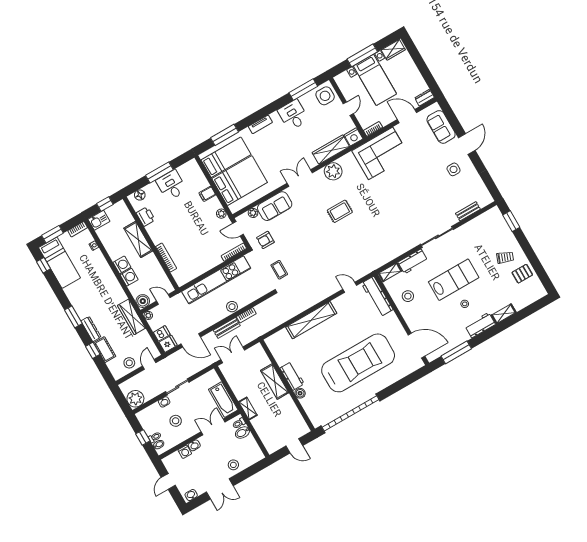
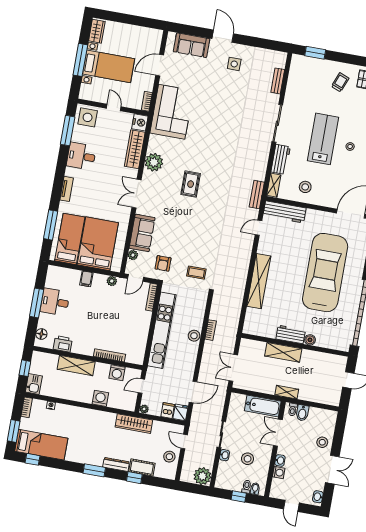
dresser: (425, 98) -> (157, 39), removed
washing machine: (122, 265) -> (117, 373), moved, turned 180
boiler: (143, 301) -> (129, 404), removed
bench: (227, 328) -> (257, 195), moved

